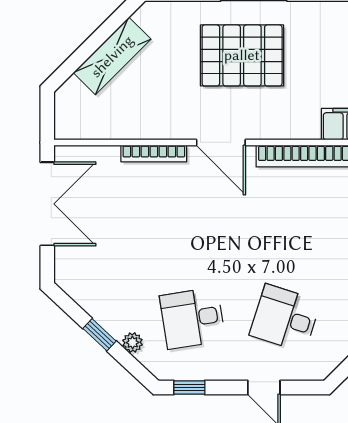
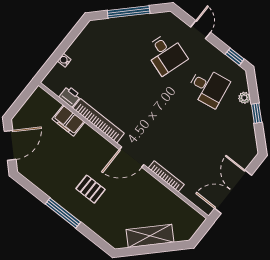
pallet: (242, 55) -> (91, 189), width x0.49, depth x0.50
door: (221, 142) -> (132, 157), swing flipped

